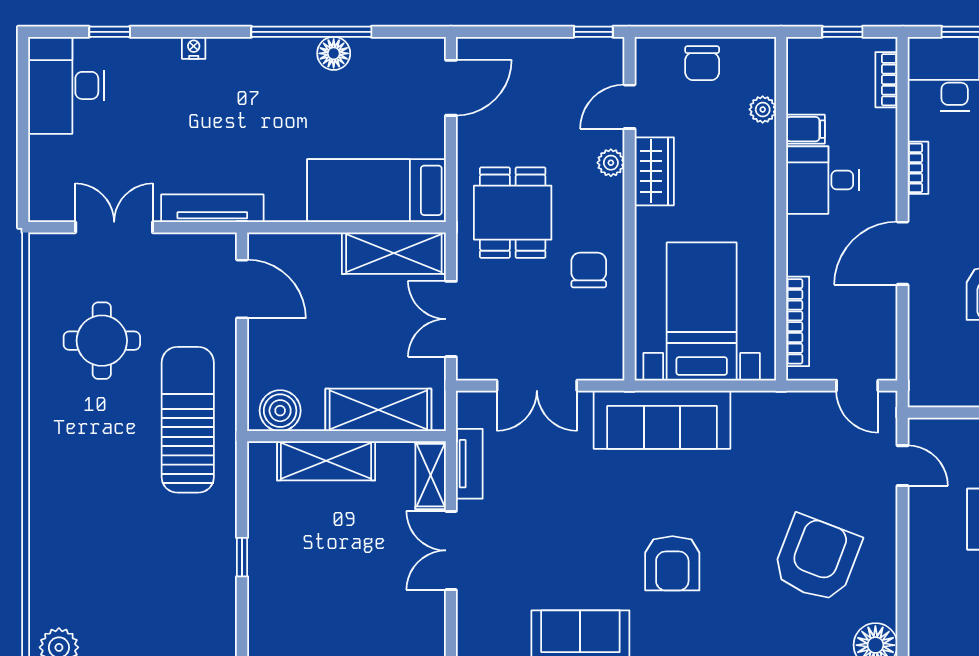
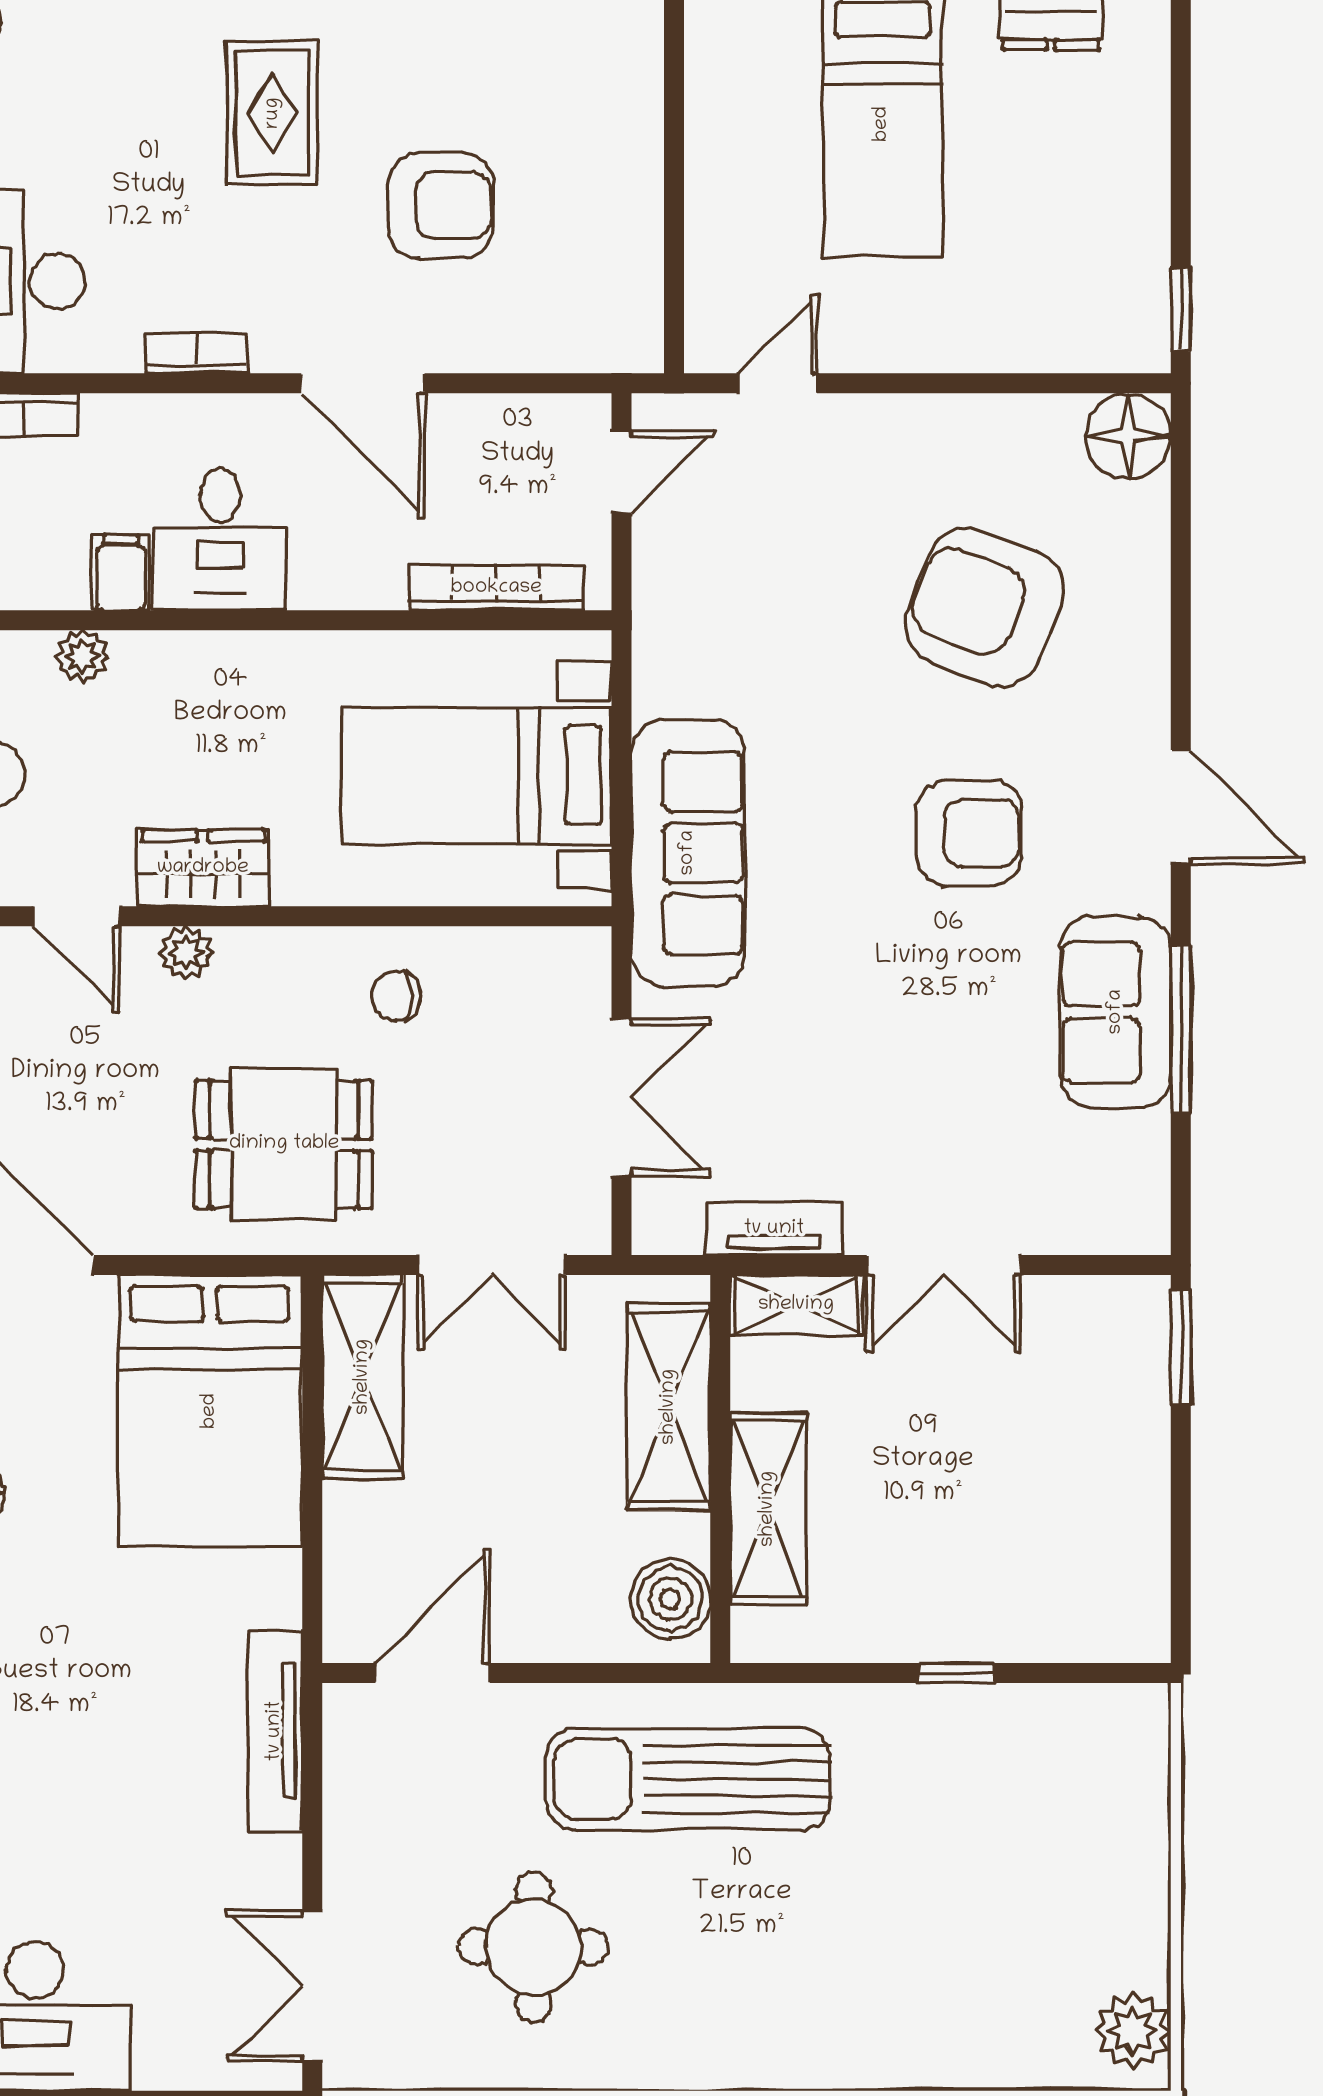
bed: (376, 190) -> (210, 1411), width x1.50
double door: (114, 227) -> (312, 1986), moved
chair: (589, 270) -> (396, 996), width x0.73, depth x0.73
armchair: (817, 559) -> (984, 607), moved

